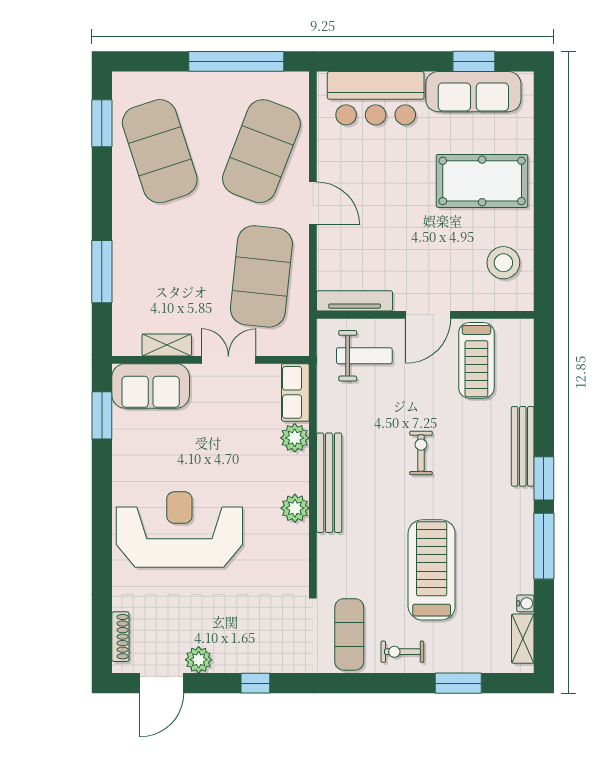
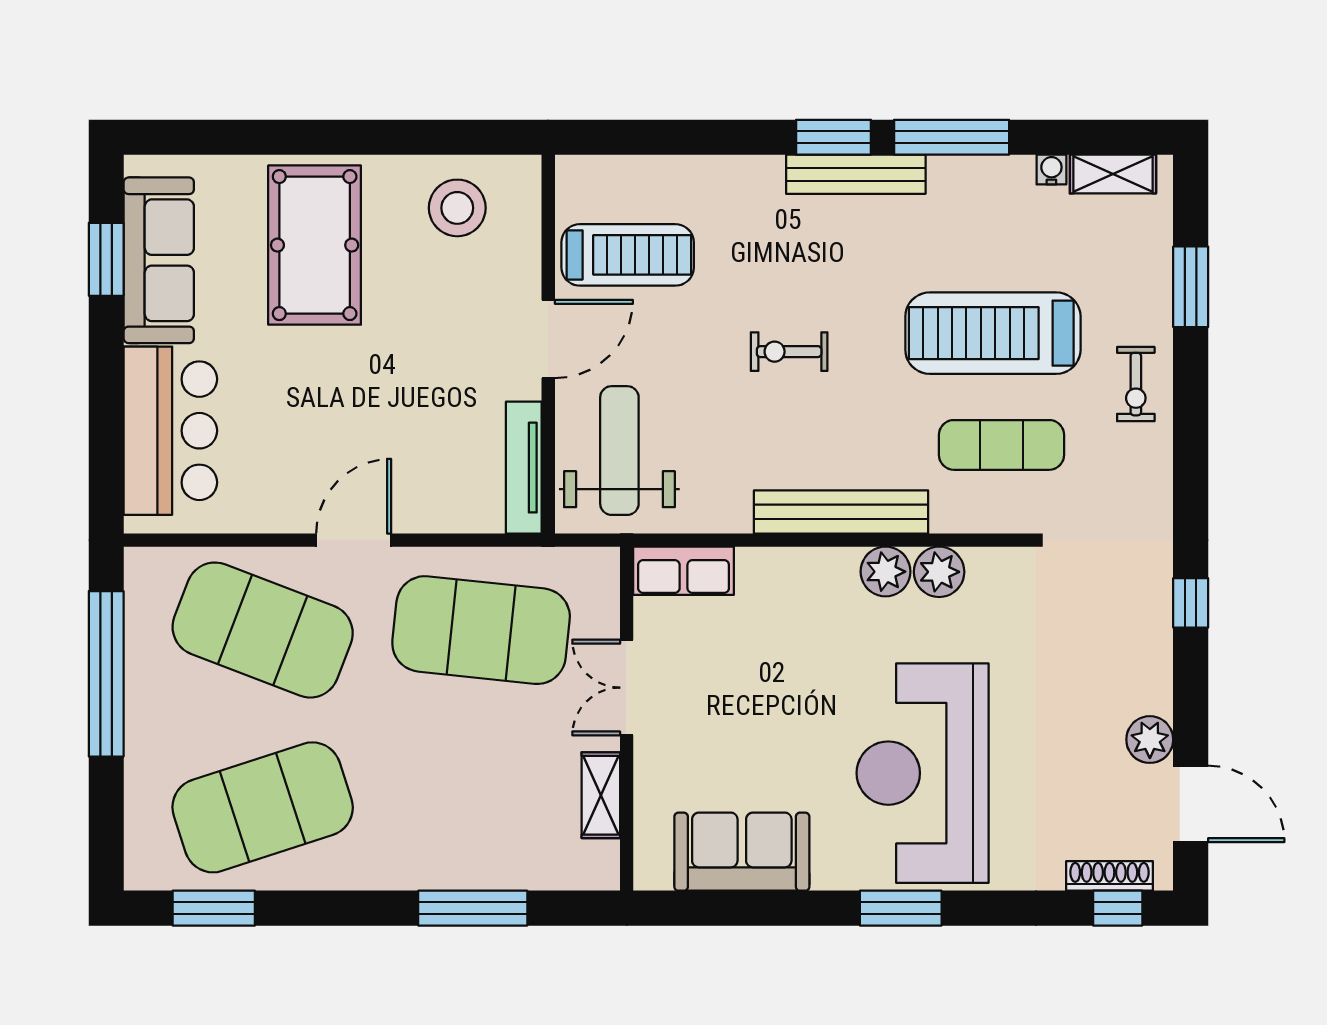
door: (428, 315) -> (548, 339), hinge flipped
weight bench: (364, 356) -> (619, 451), width x1.36, depth x1.33
sofa: (151, 386) -> (742, 852), moved, turned -90
window: (102, 415) -> (901, 908), moved
plant: (295, 438) -> (939, 572), moved
bench: (523, 446) -> (856, 174), moved
exercise mat: (349, 634) -> (1001, 445), moved
window: (102, 641) -> (1118, 908), added
window: (255, 683) -> (1191, 603), moved

